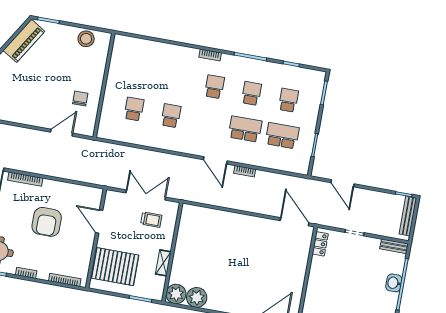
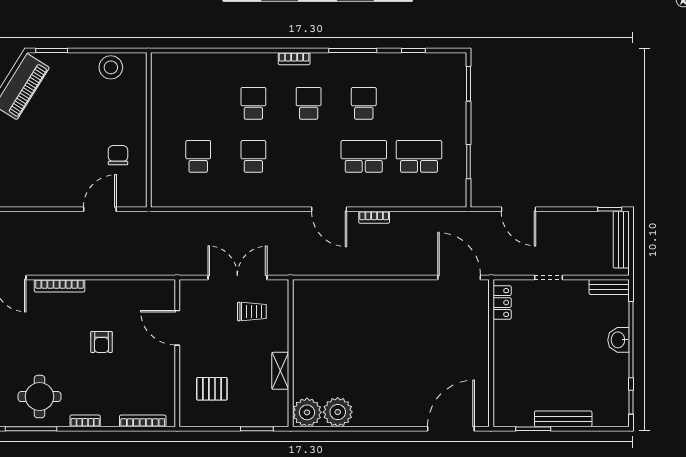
school desk: (289, 100) -> (253, 103), moved
armchair: (47, 222) -> (102, 342), width x0.53, depth x0.53
pallet: (115, 267) -> (212, 389), width x0.49, depth x0.50

